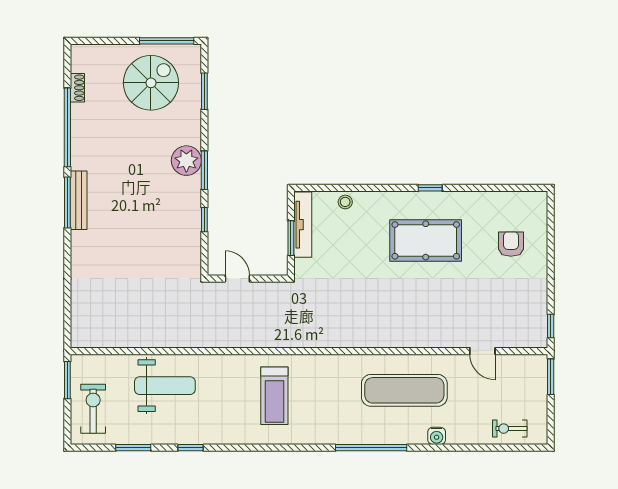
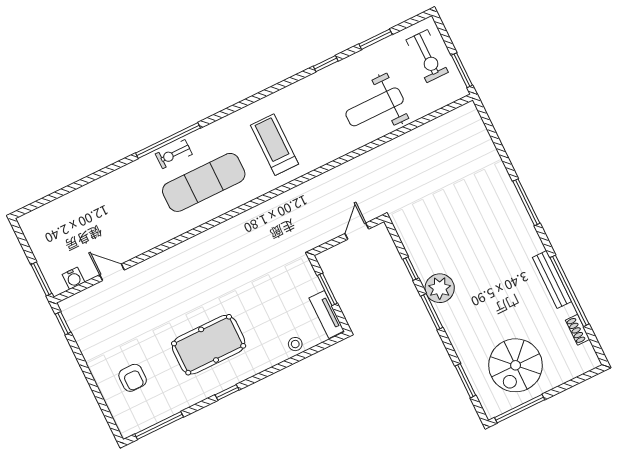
plant: (186, 161) -> (440, 288), moved
window: (508, 188) -> (159, 426), added
bench: (79, 200) -> (552, 280), moved
window: (67, 202) -> (526, 202), moved
tv unit: (303, 225) -> (327, 314), width x0.71
door: (237, 279) -> (357, 231), swing flipped
exercise mat: (404, 390) -> (204, 182), moved
exercise bike: (510, 429) -> (174, 154), moved, turned 180
water cooler: (437, 436) -> (74, 278), moved, turned 180

